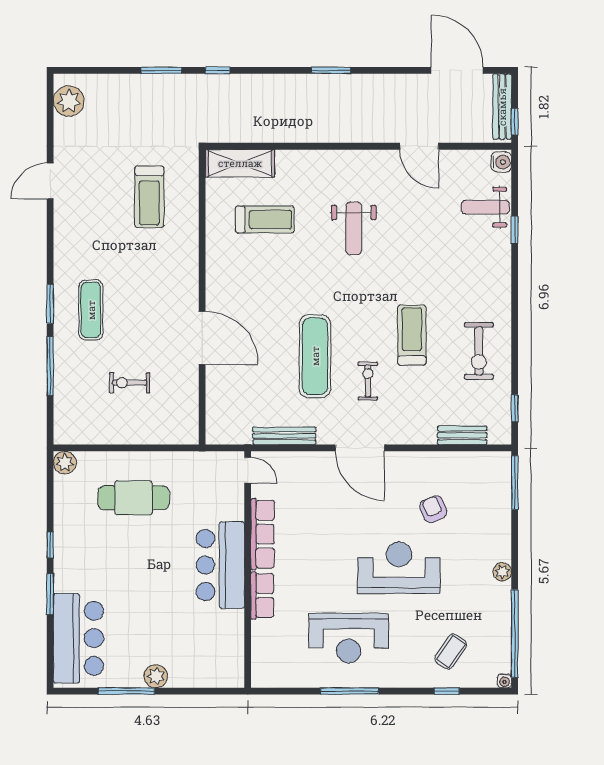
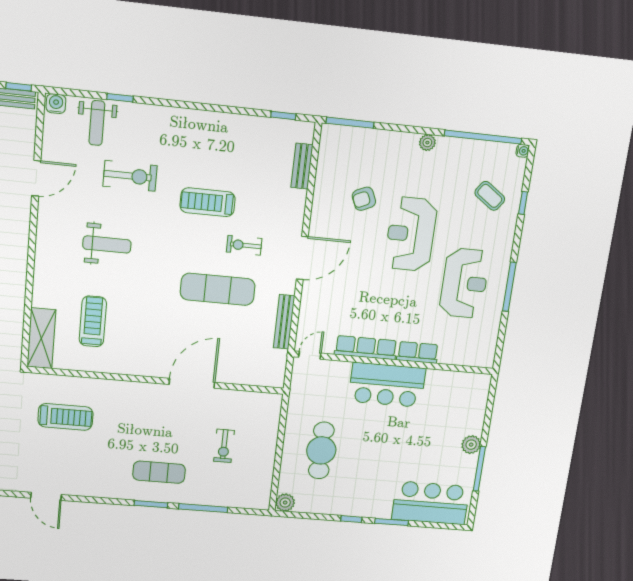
exercise bike: (479, 351) -> (130, 176), moved

